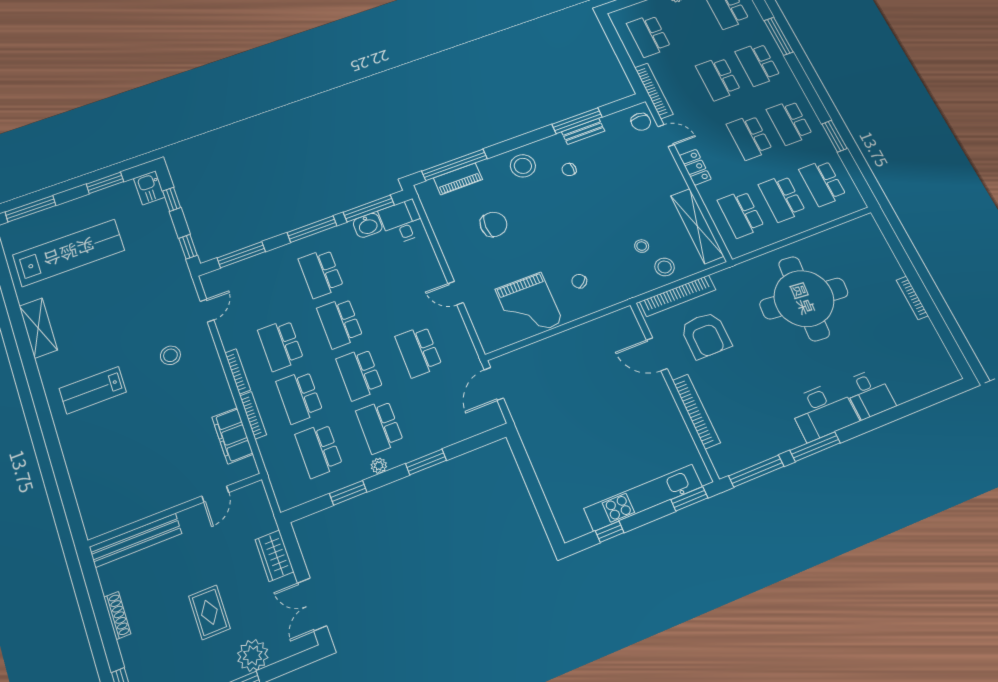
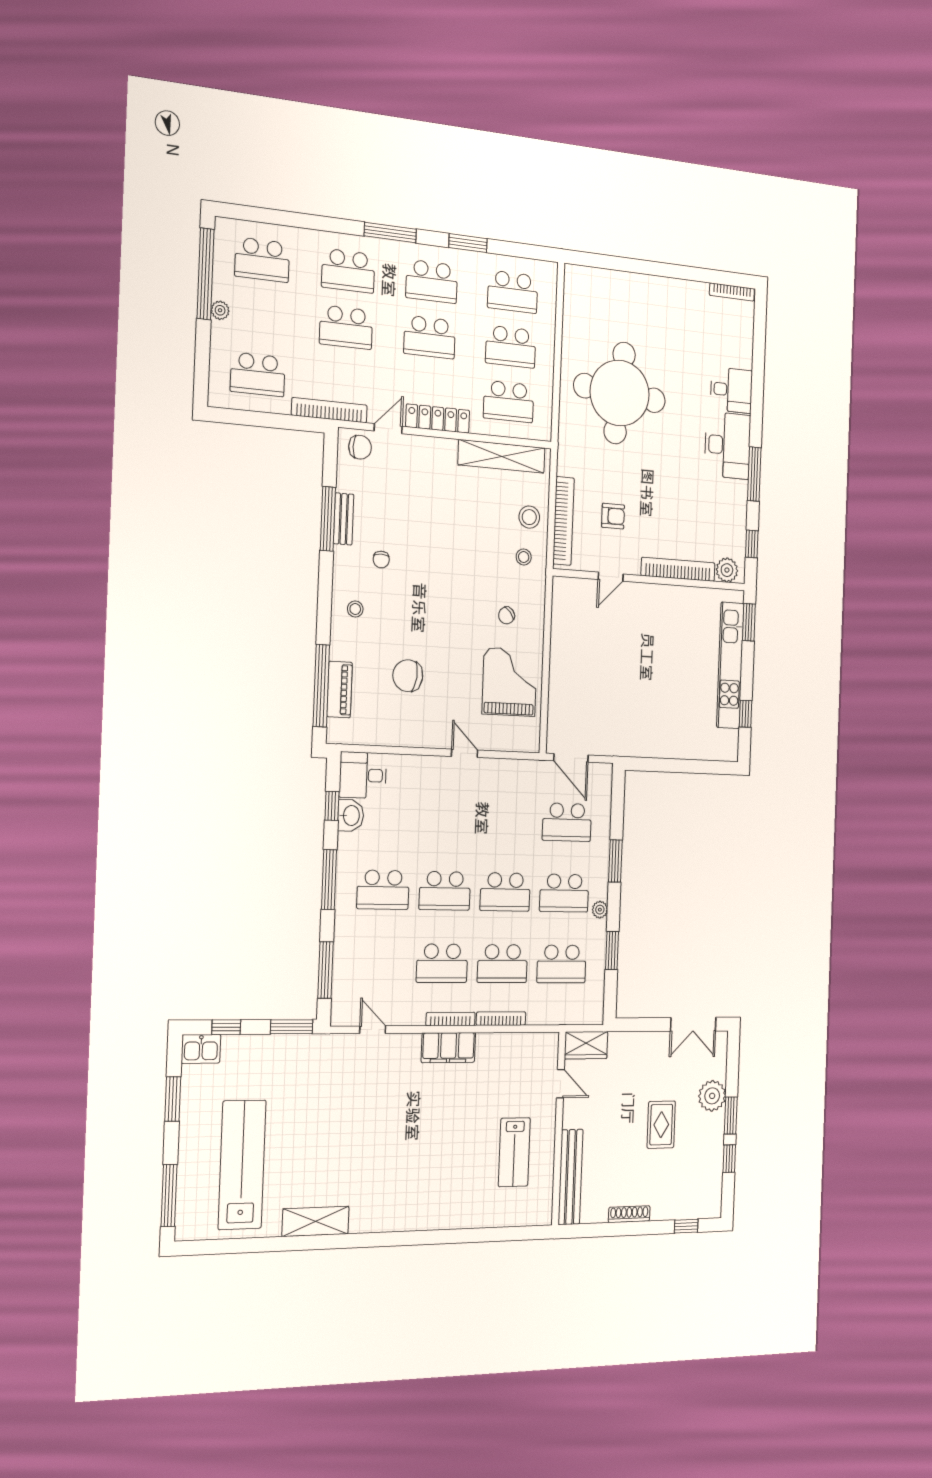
window: (779, 36) -> (390, 233), moved
stool: (523, 166) -> (355, 609), width x0.53, depth x0.53
locker: (695, 167) -> (438, 419), width x1.53
window: (369, 209) -> (332, 806), width x0.46
chair: (494, 224) -> (408, 676), turned -83
stool: (642, 246) -> (524, 557), moved
window: (188, 247) -> (292, 1027), width x1.50
door: (456, 293) -> (465, 753), swing flipped
bookcase: (912, 298) -> (732, 292), moved
grand piano: (529, 306) -> (510, 682), turned -90
armchair: (706, 335) -> (613, 516), width x0.53, depth x0.53
school desk: (419, 351) -> (567, 822), moved
door: (657, 354) -> (611, 577), width x0.73
stool: (170, 355) -> (405, 1085), removed
lab bench: (93, 390) -> (514, 1152), moved
filing cabinet: (233, 436) -> (448, 1048), moved
plant: (721, 457) -> (727, 570), added
window: (756, 471) -> (752, 544), width x0.46
wardrobe: (274, 556) -> (586, 1045), moved
rug: (209, 612) -> (661, 1125), turned 90

